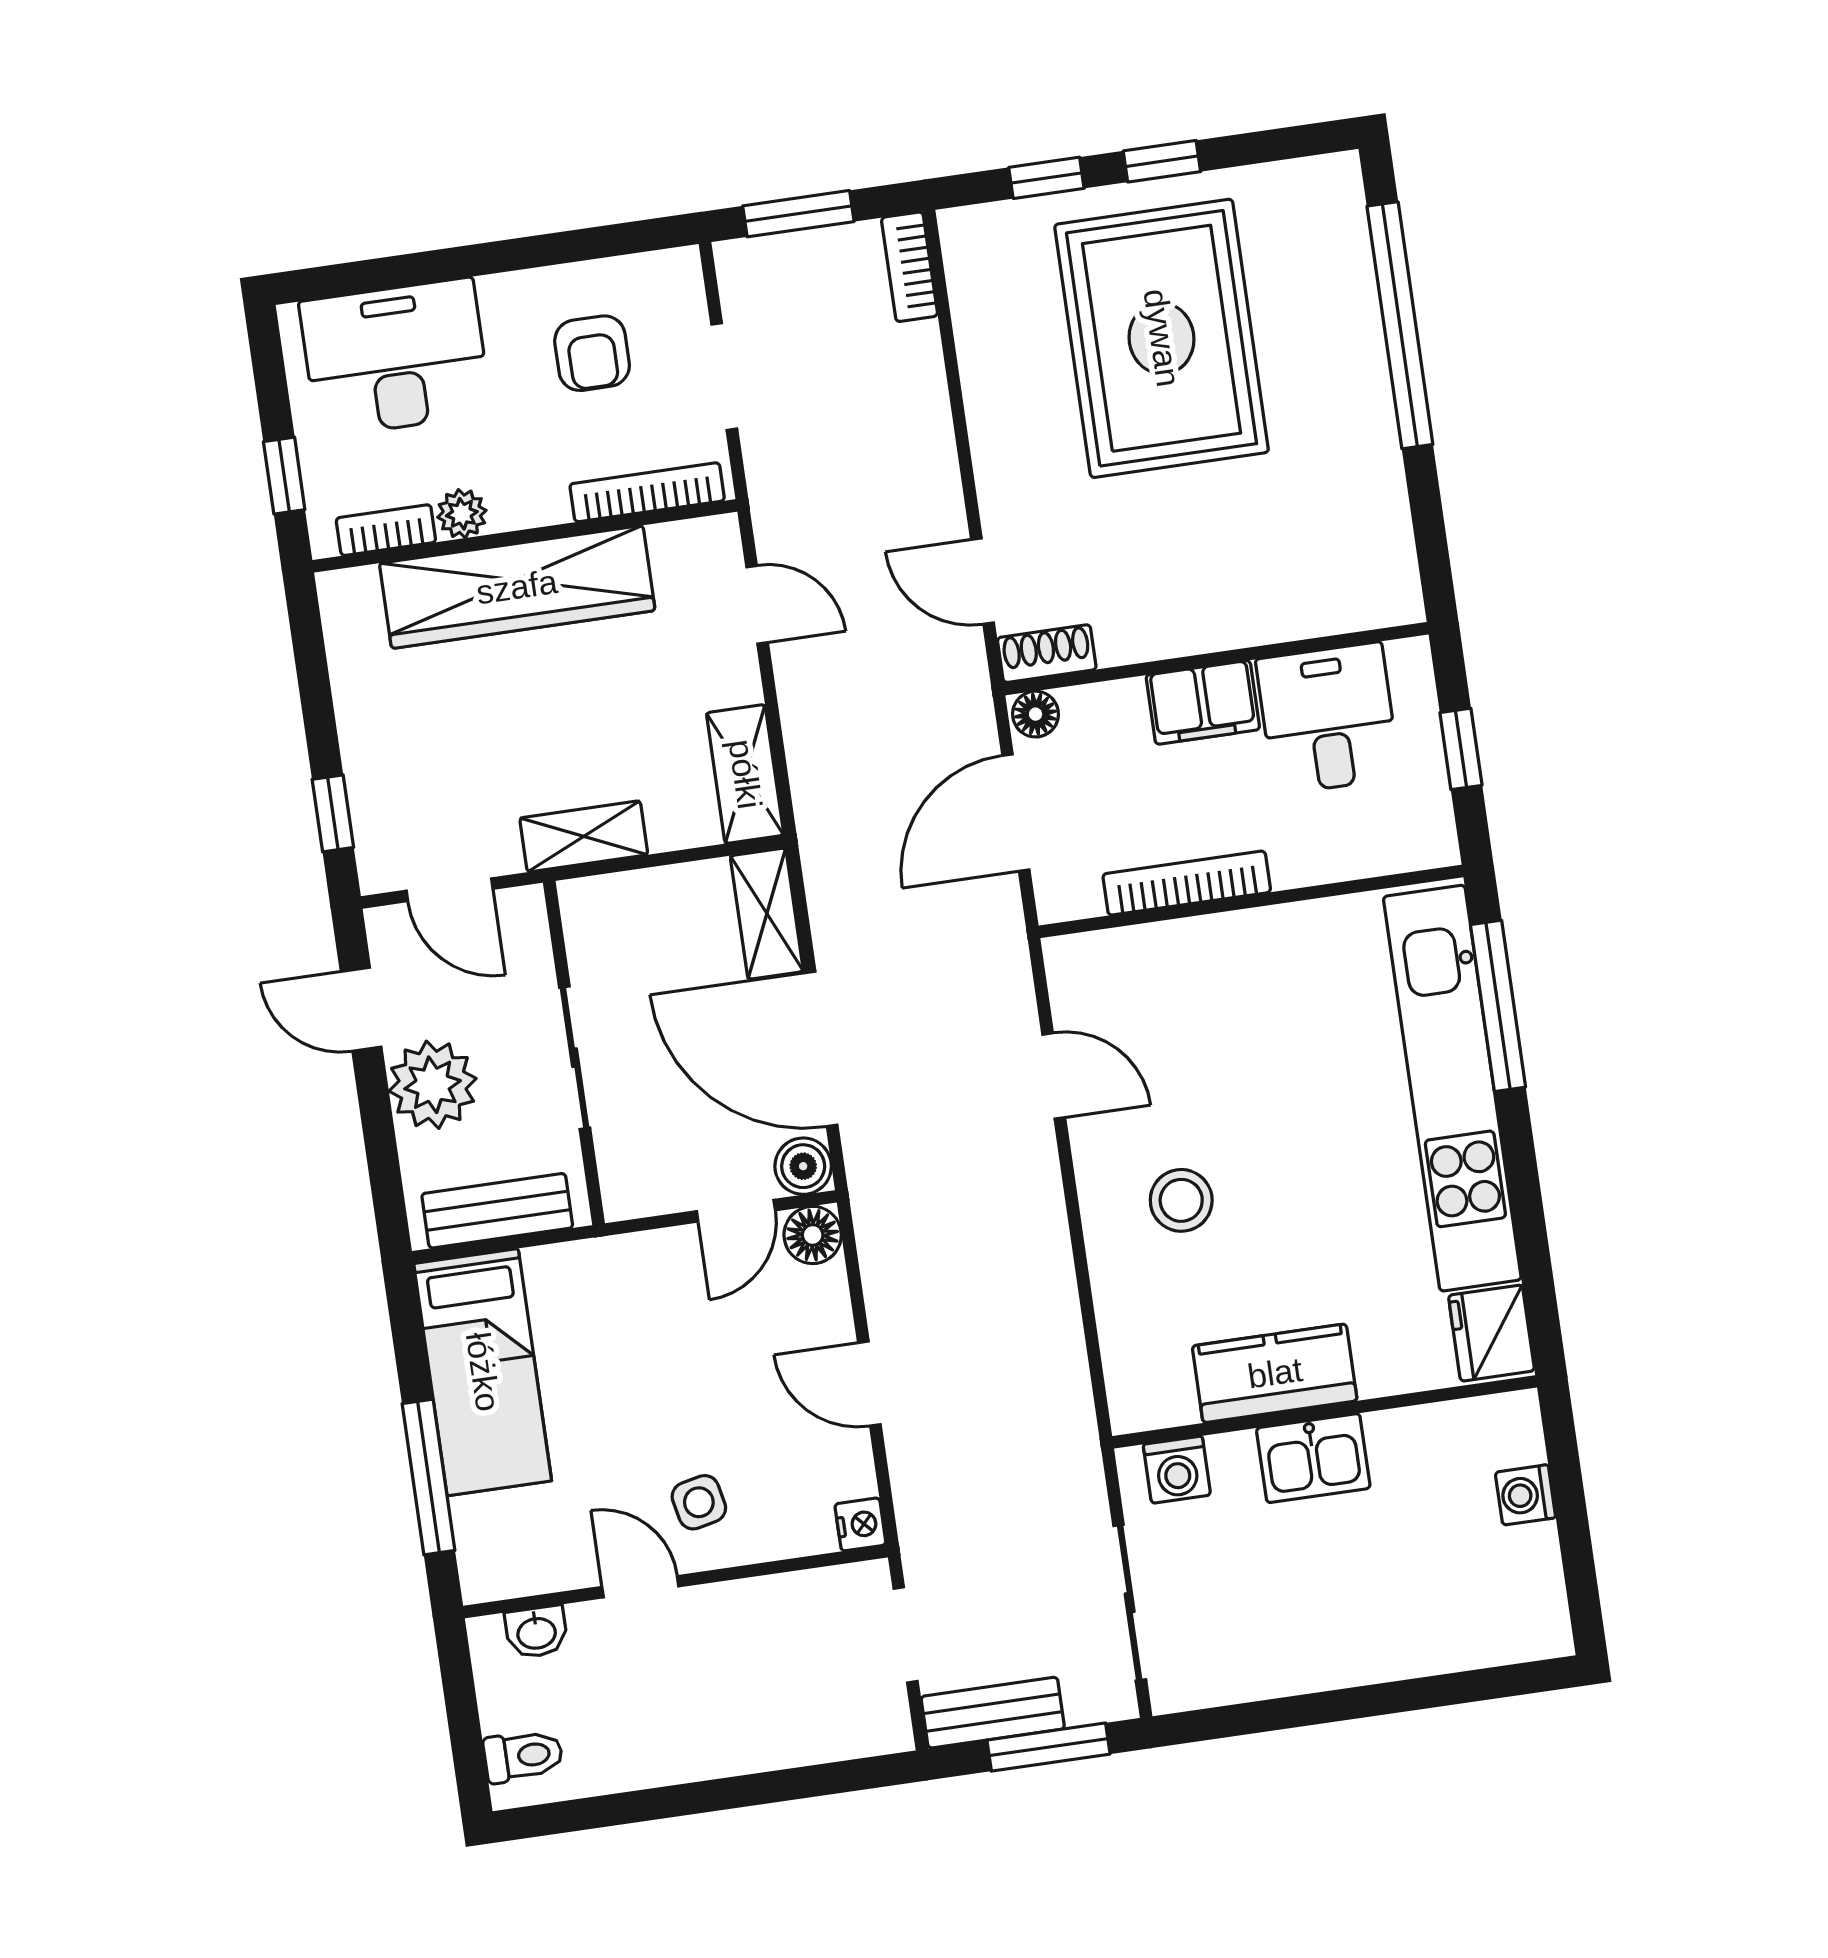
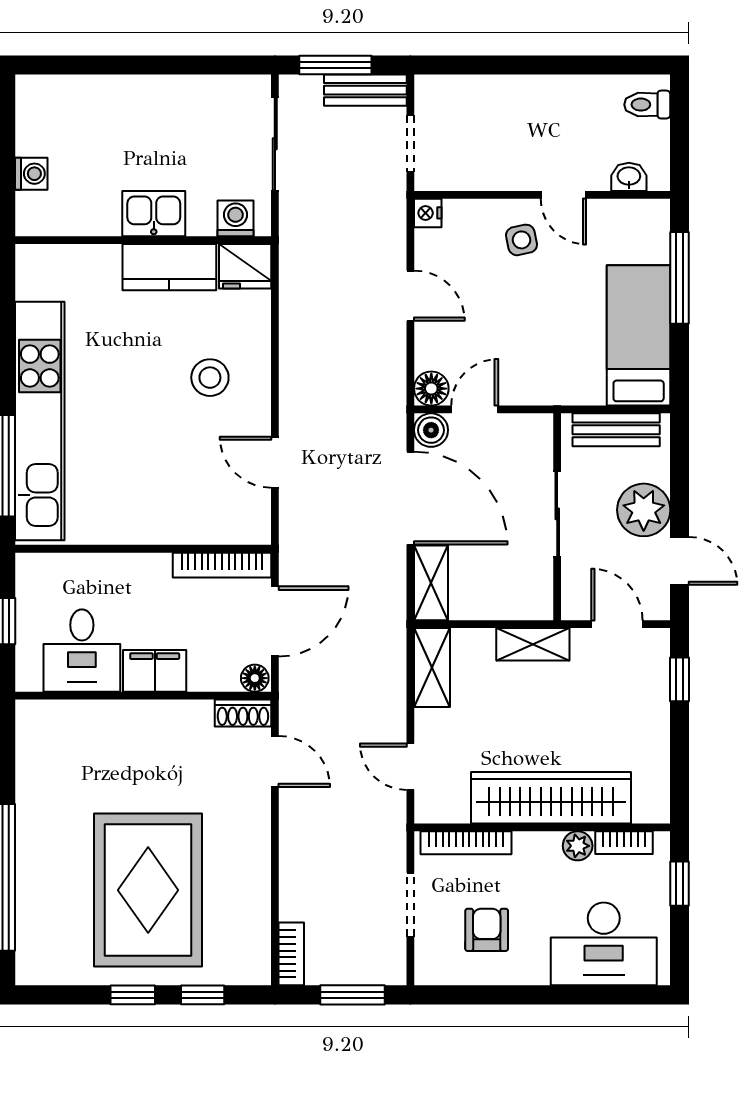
bookcase: (1187, 883) -> (222, 565), moved
fridge: (1491, 1333) -> (245, 266), moved, turned 90

